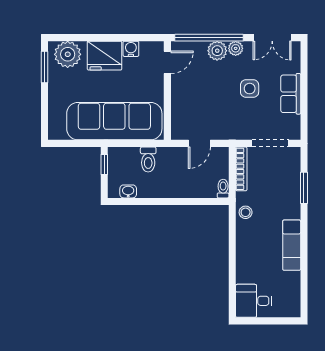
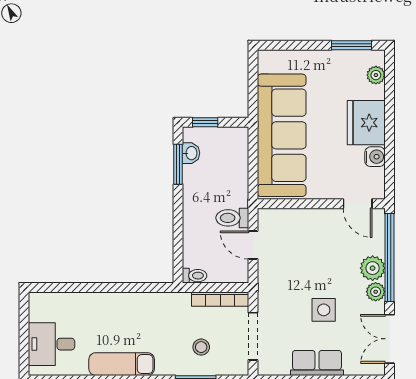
plant: (68, 54) -> (376, 75), width x0.53, depth x0.53
toilet: (148, 159) -> (232, 218), moved
window: (104, 165) -> (205, 122), moved
window: (137, 201) -> (178, 164), added
stool: (246, 212) -> (201, 347), moved
desk: (254, 301) -> (51, 344), moved, turned -90

